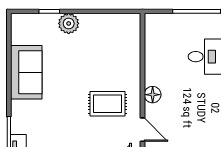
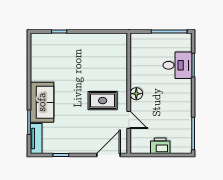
plant: (69, 23) -> (74, 41), removed
sofa: (26, 72) -> (42, 102), moved

